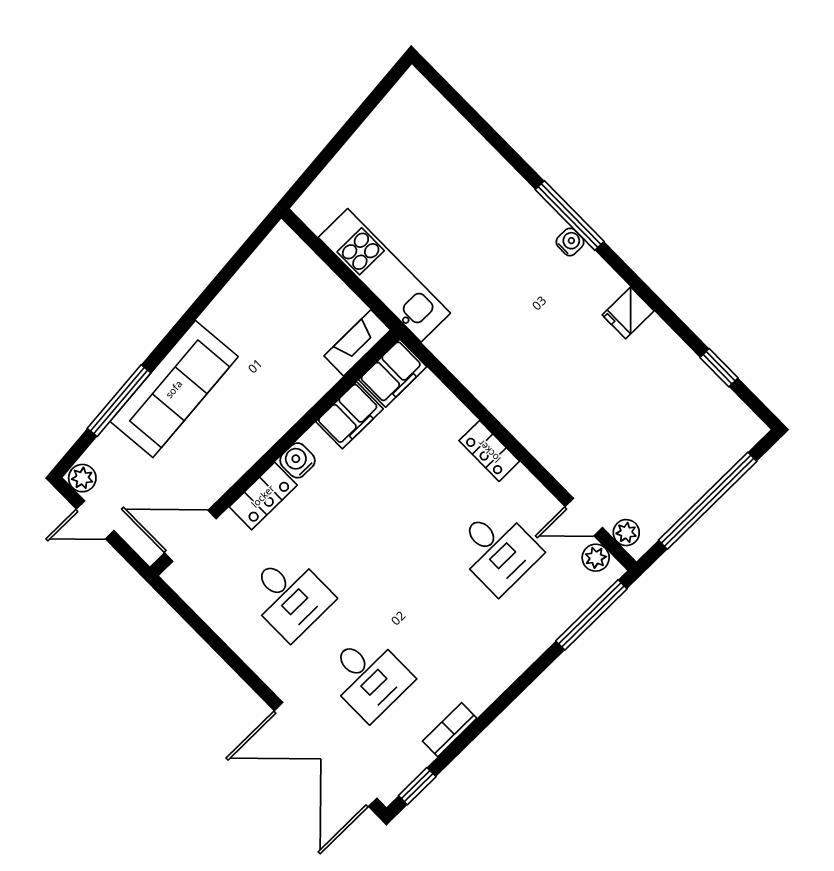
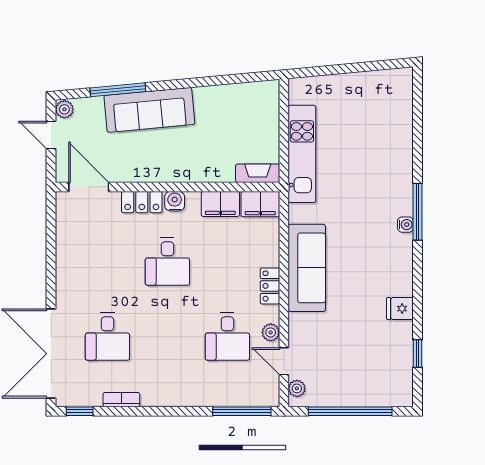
fridge: (628, 313) -> (400, 309), moved
sofa: (510, 393) -> (307, 268), added
plant: (596, 558) -> (271, 332), moved
desk: (289, 596) -> (167, 262), moved

